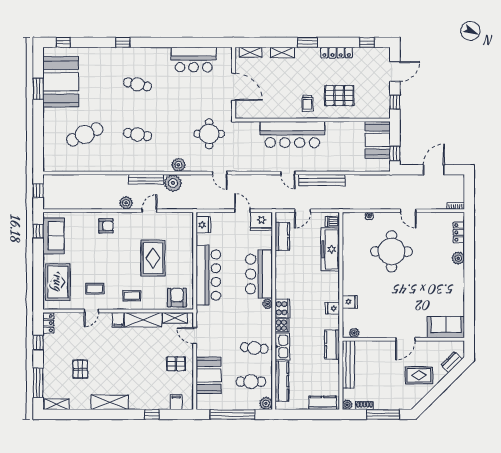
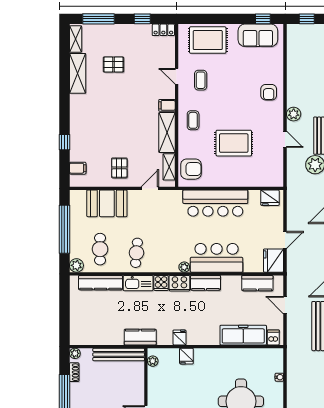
shelving: (110, 402) -> (78, 73), moved
kitchen counter: (323, 403) -> (206, 283), moved, turned 90

